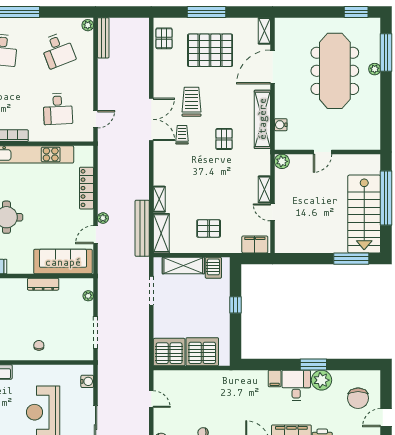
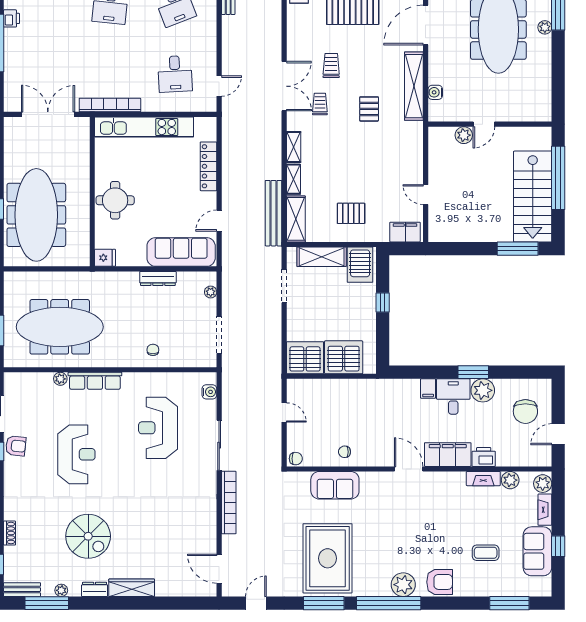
trolley: (192, 102) -> (331, 66), width x0.73, depth x0.72
plant: (282, 161) -> (464, 135), moved
shelving: (264, 189) -> (294, 147), moved
plant: (103, 218) -> (228, 201), removed
server rack: (213, 268) -> (360, 265), width x1.36, depth x1.44

